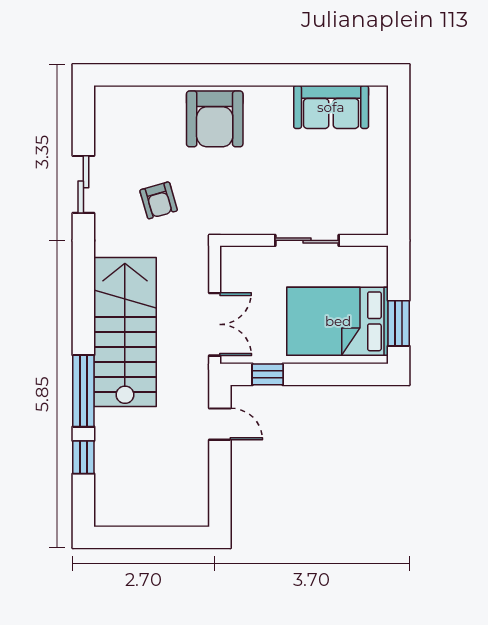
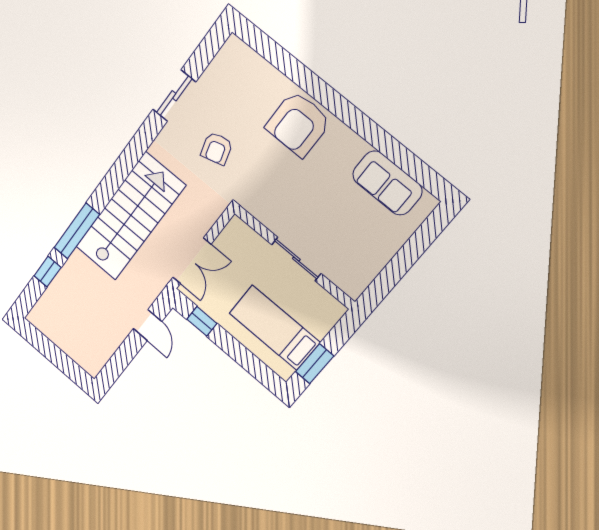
bed: (338, 321) -> (275, 328), width x0.67

